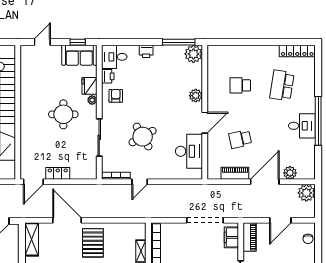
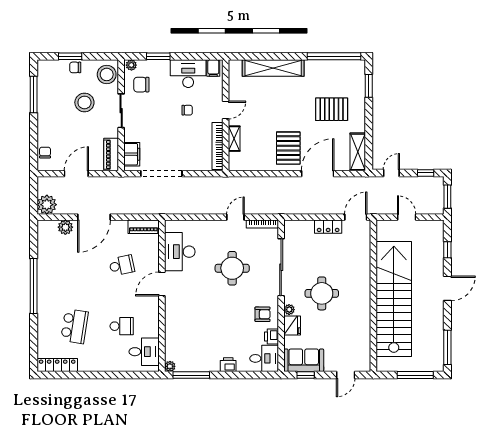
plant: (193, 54) -> (170, 366), width x0.53, depth x0.53
armchair: (116, 96) -> (263, 314), turned -90
plant: (196, 96) -> (172, 315), removed
desk: (302, 126) -> (144, 352), moved, turned 180
sliding door: (99, 137) -> (281, 267), width x1.36
round table: (143, 137) -> (232, 268), turned 30
piano: (235, 173) -> (144, 227), moved
door: (67, 220) -> (318, 174), swing flipped

